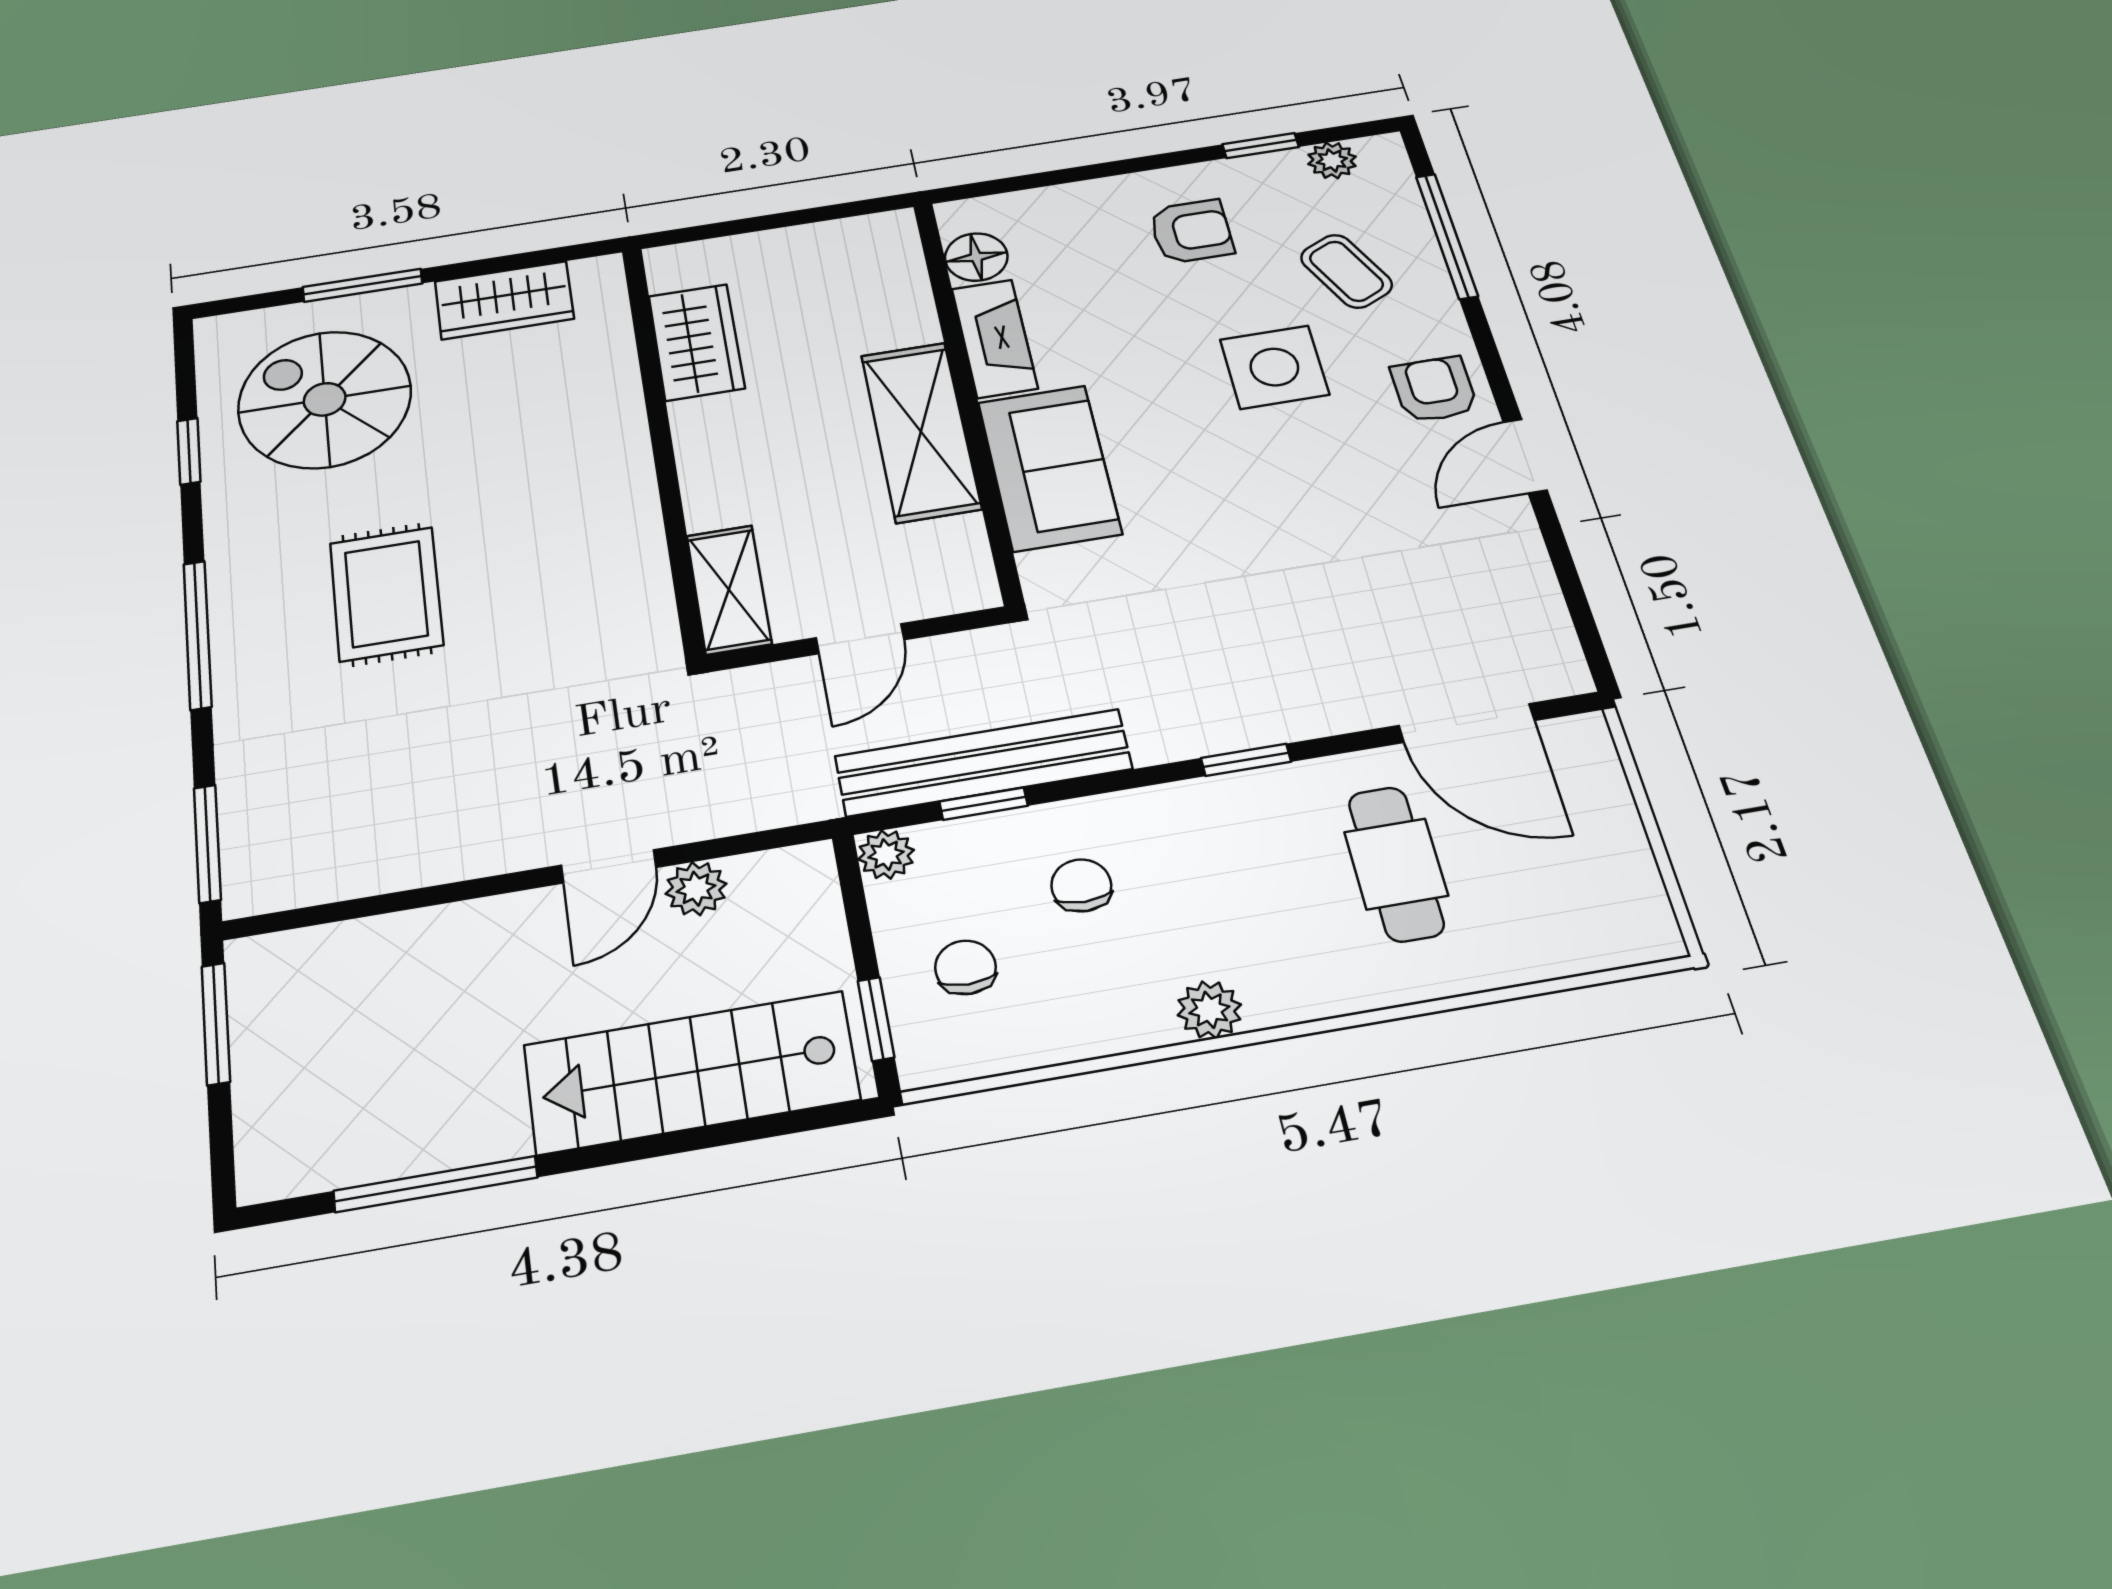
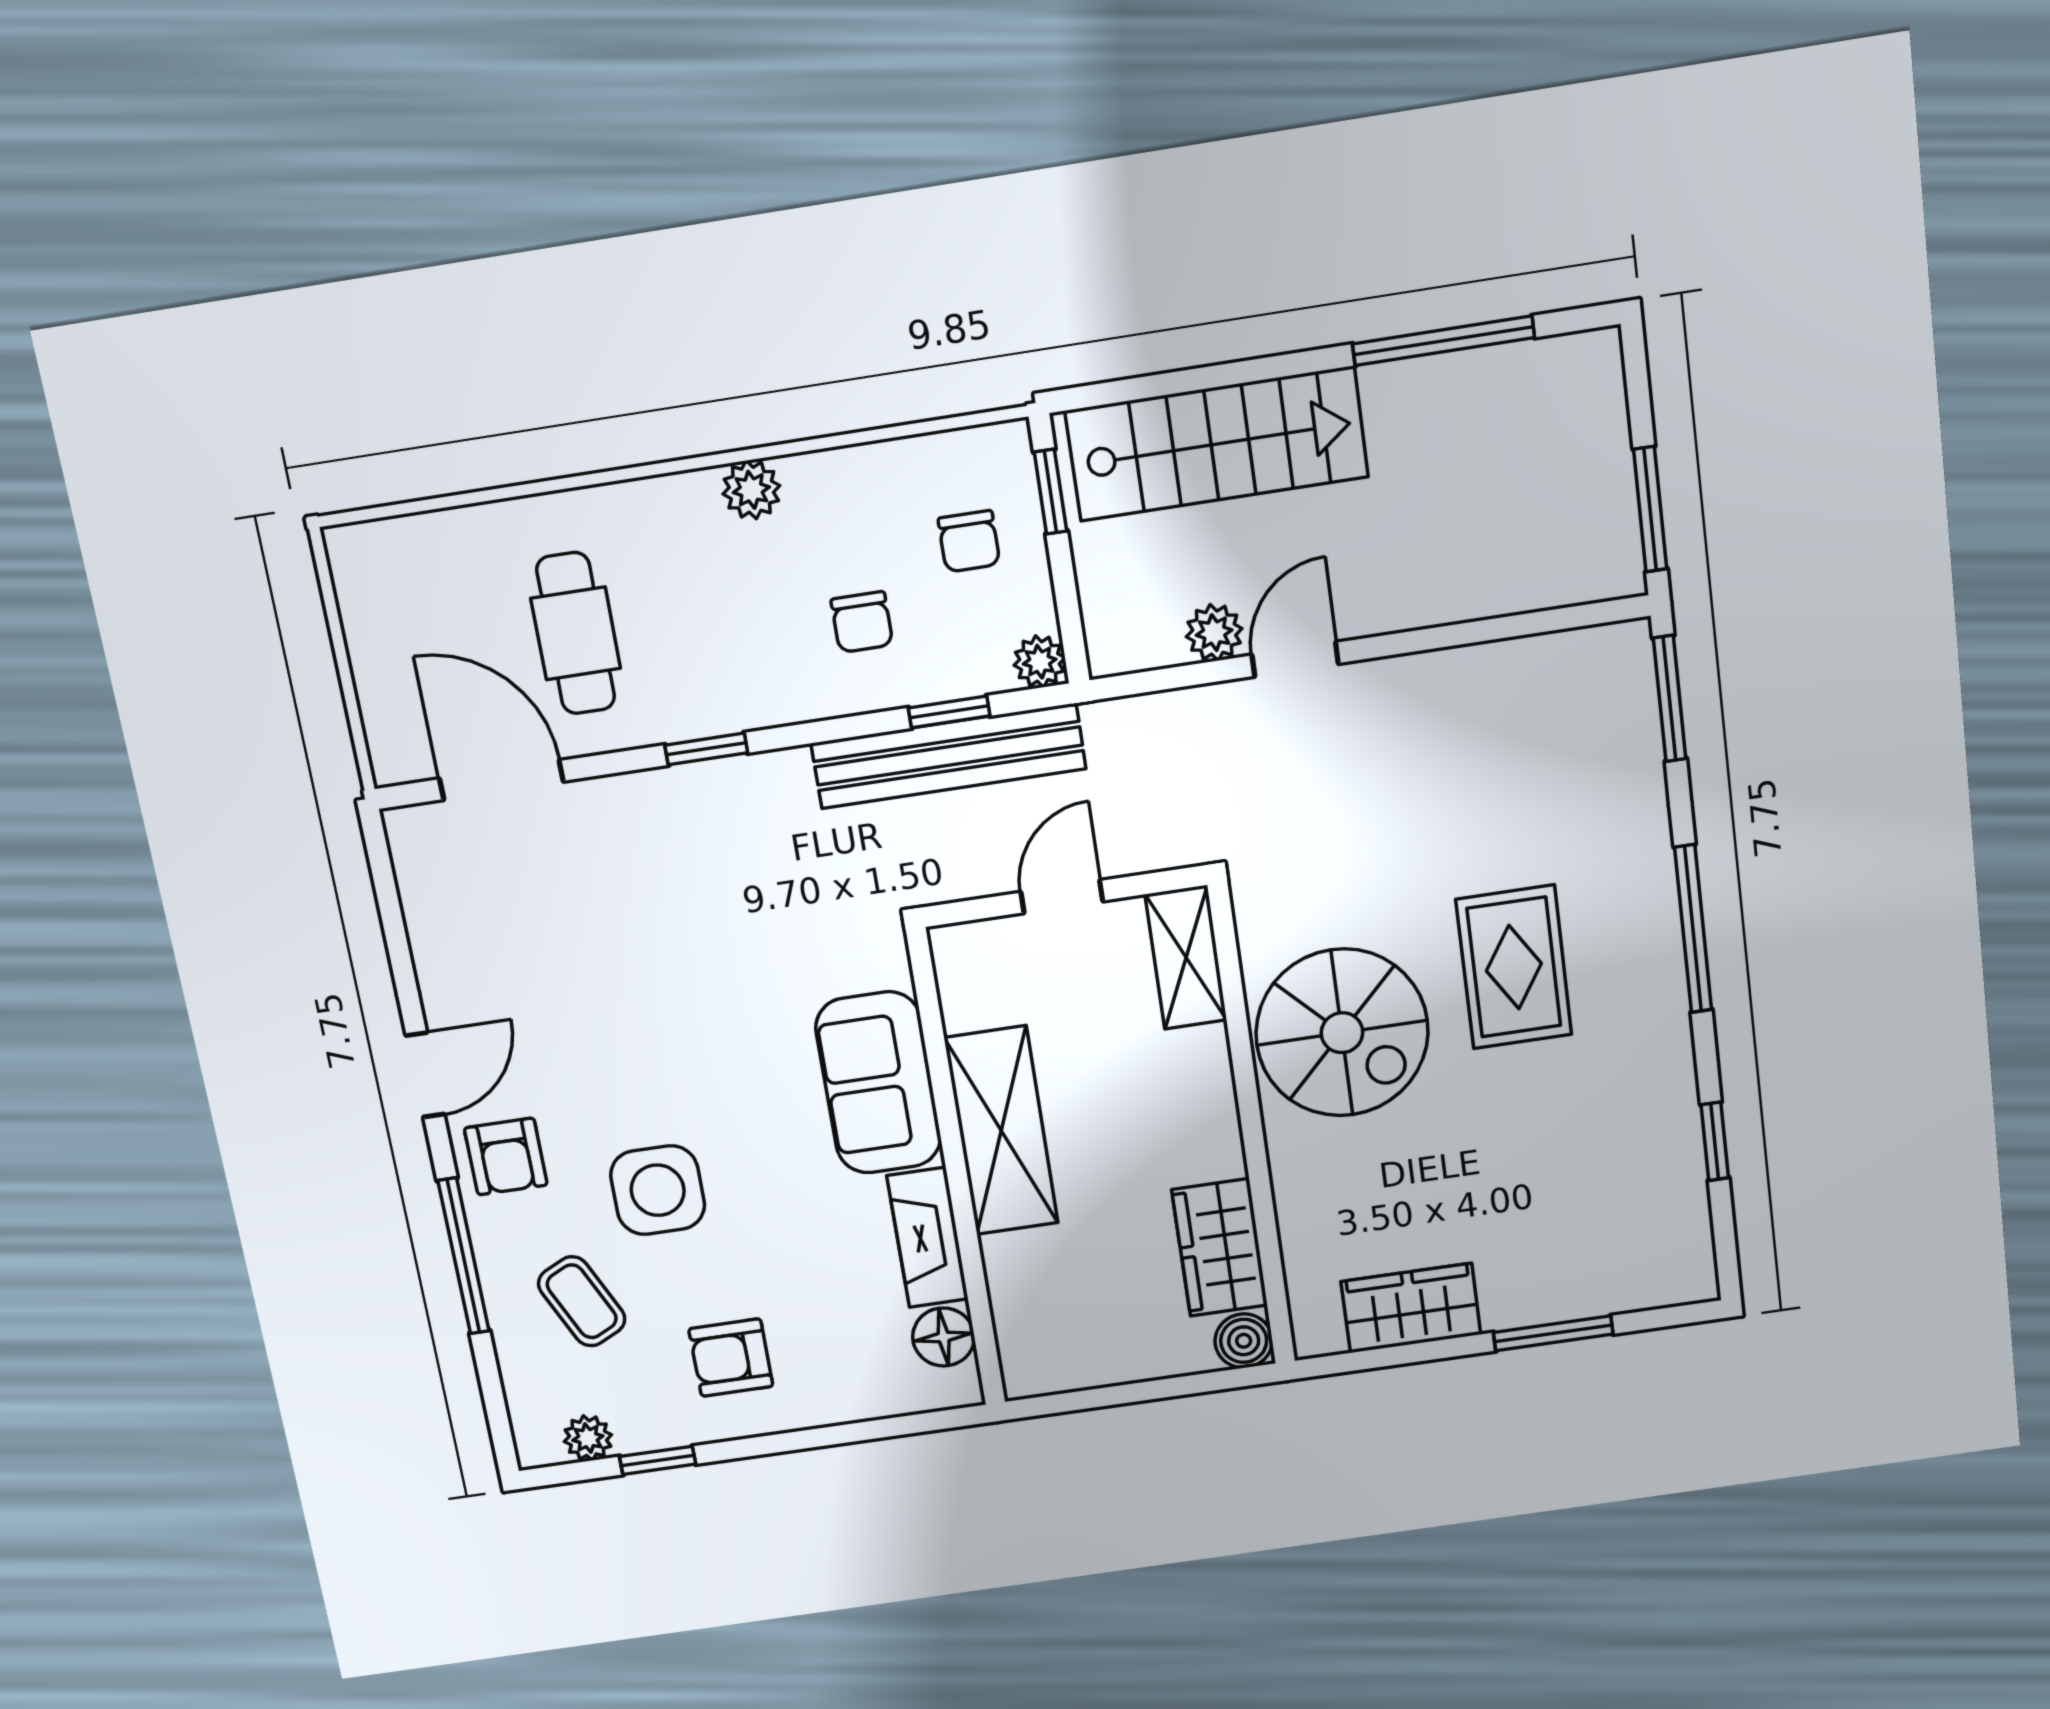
window: (1447, 236) -> (464, 1256), moved
boiler: (673, 266) -> (1244, 1341), added
spiral stairs: (325, 399) -> (1342, 1033), moved

